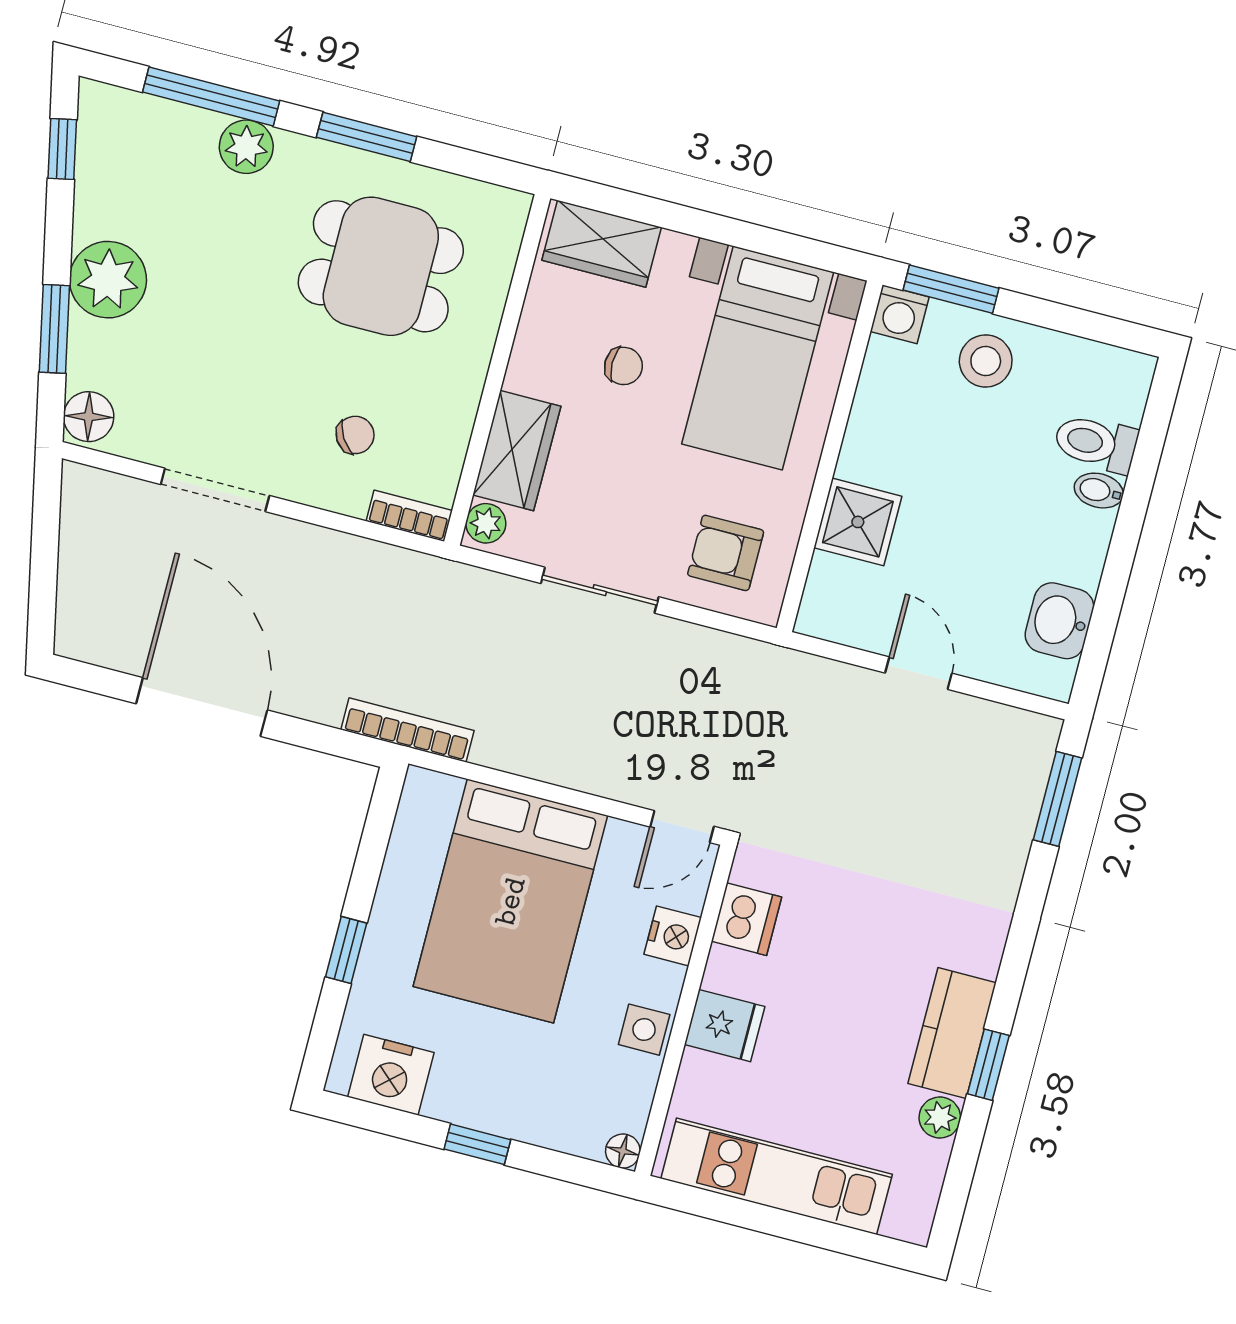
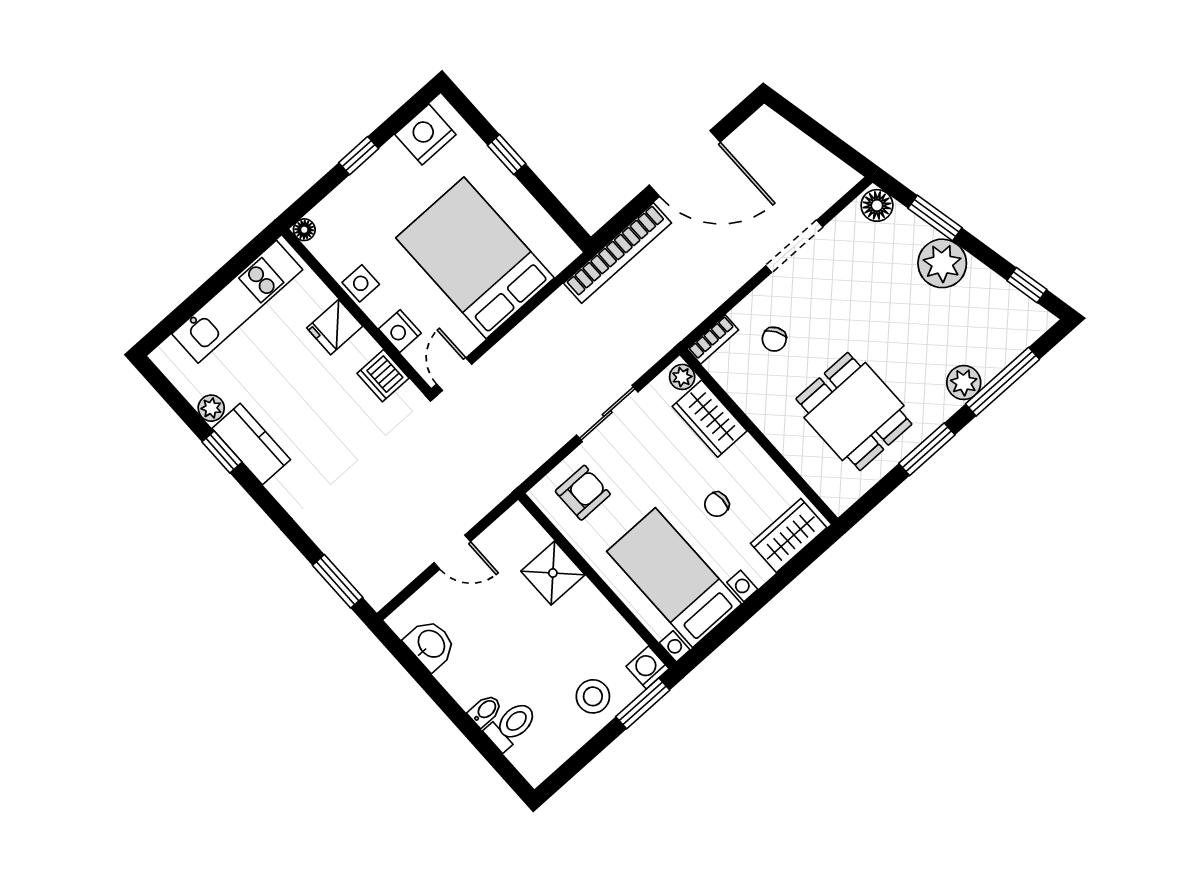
dining table: (381, 266) -> (854, 412), turned 90
bookcase: (408, 730) -> (618, 253), width x1.48, depth x1.31

